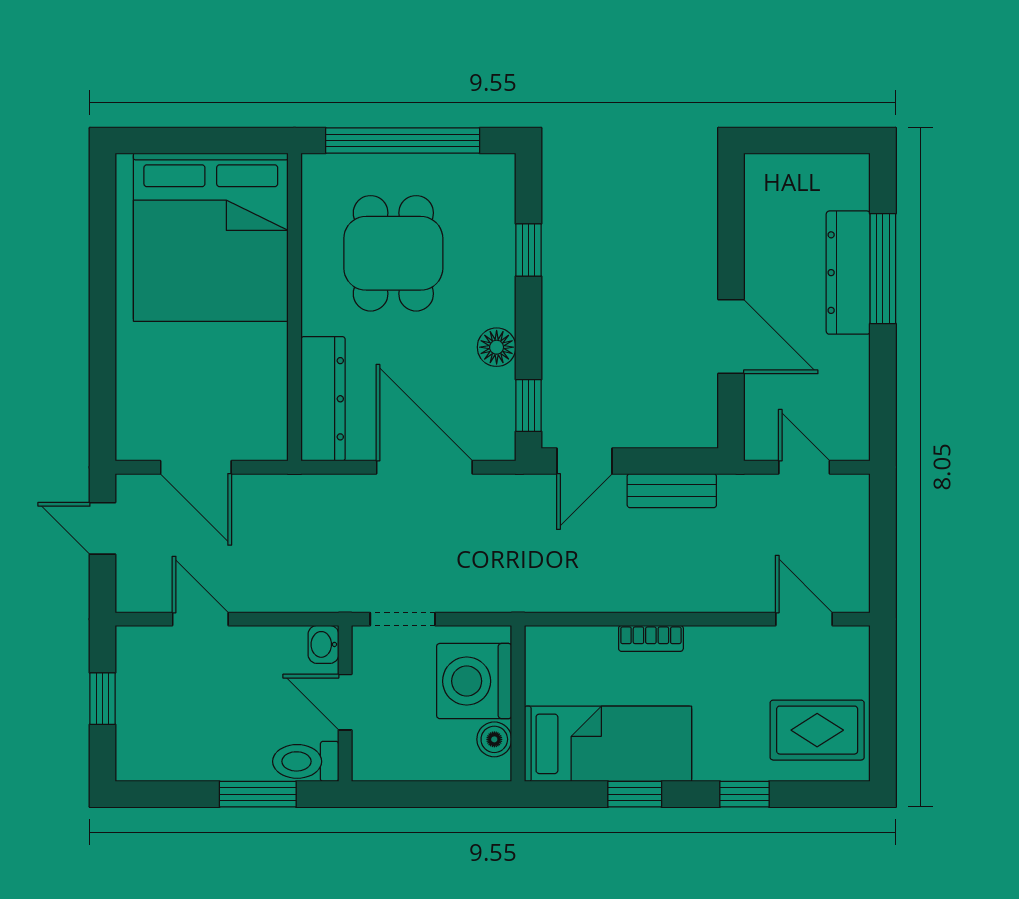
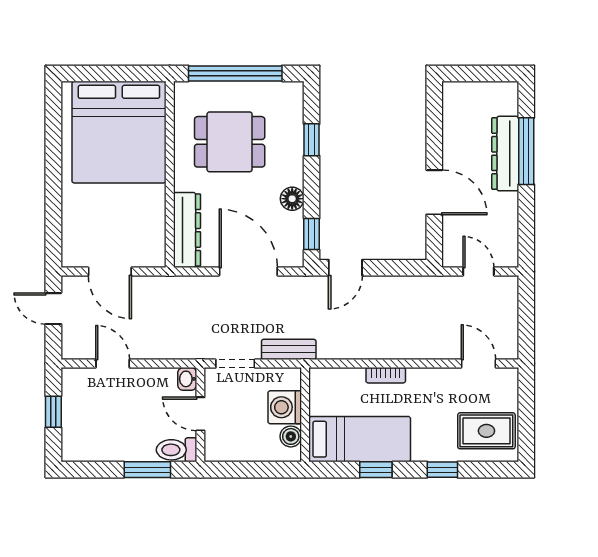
dining table: (393, 253) -> (230, 142), turned 90
bench: (672, 491) -> (289, 349), moved
washing machine: (474, 681) -> (285, 407), width x0.73, depth x0.73

